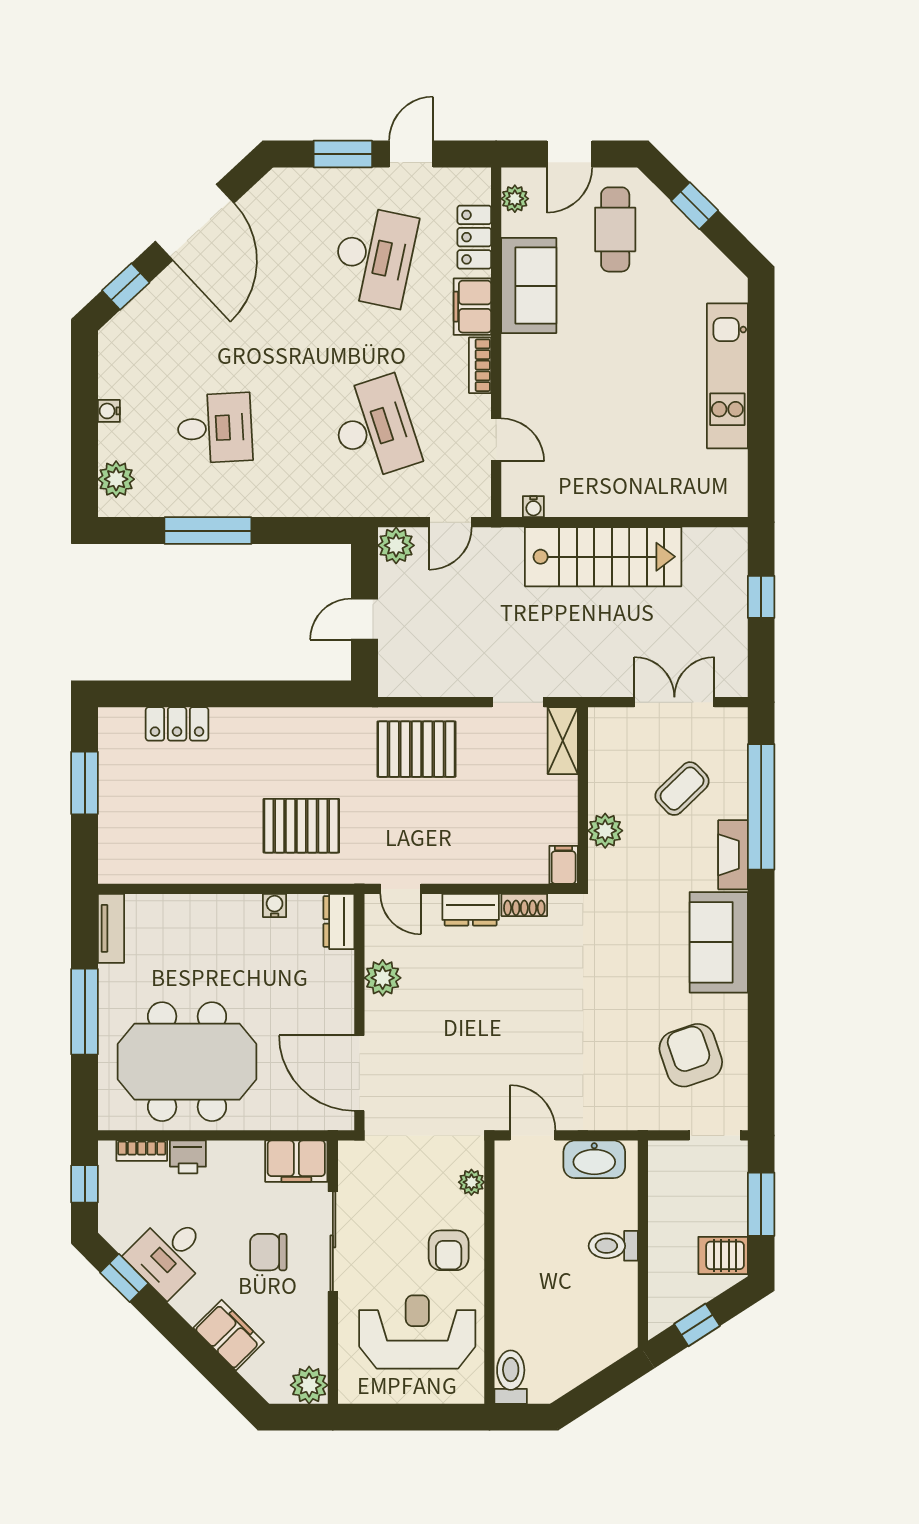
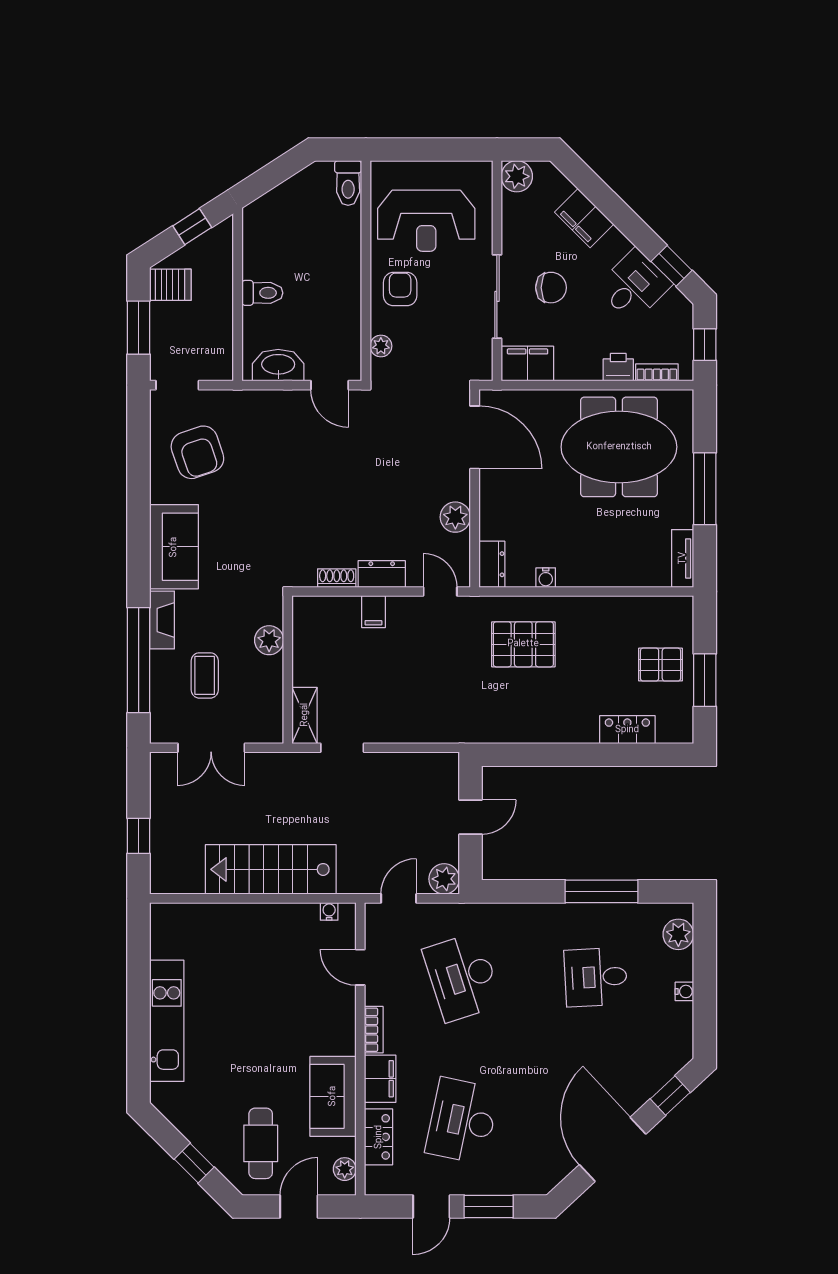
pallet: (416, 749) -> (660, 665), moved, width x0.67, depth x0.71
coffee table: (682, 789) -> (205, 675), turned -46
filing cabinet: (564, 865) -> (373, 612), moved

